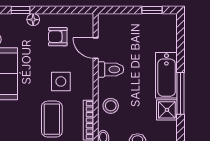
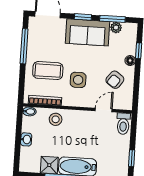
armchair: (58, 37) -> (115, 80), turned -144
toilet: (111, 69) -> (123, 124), moved

